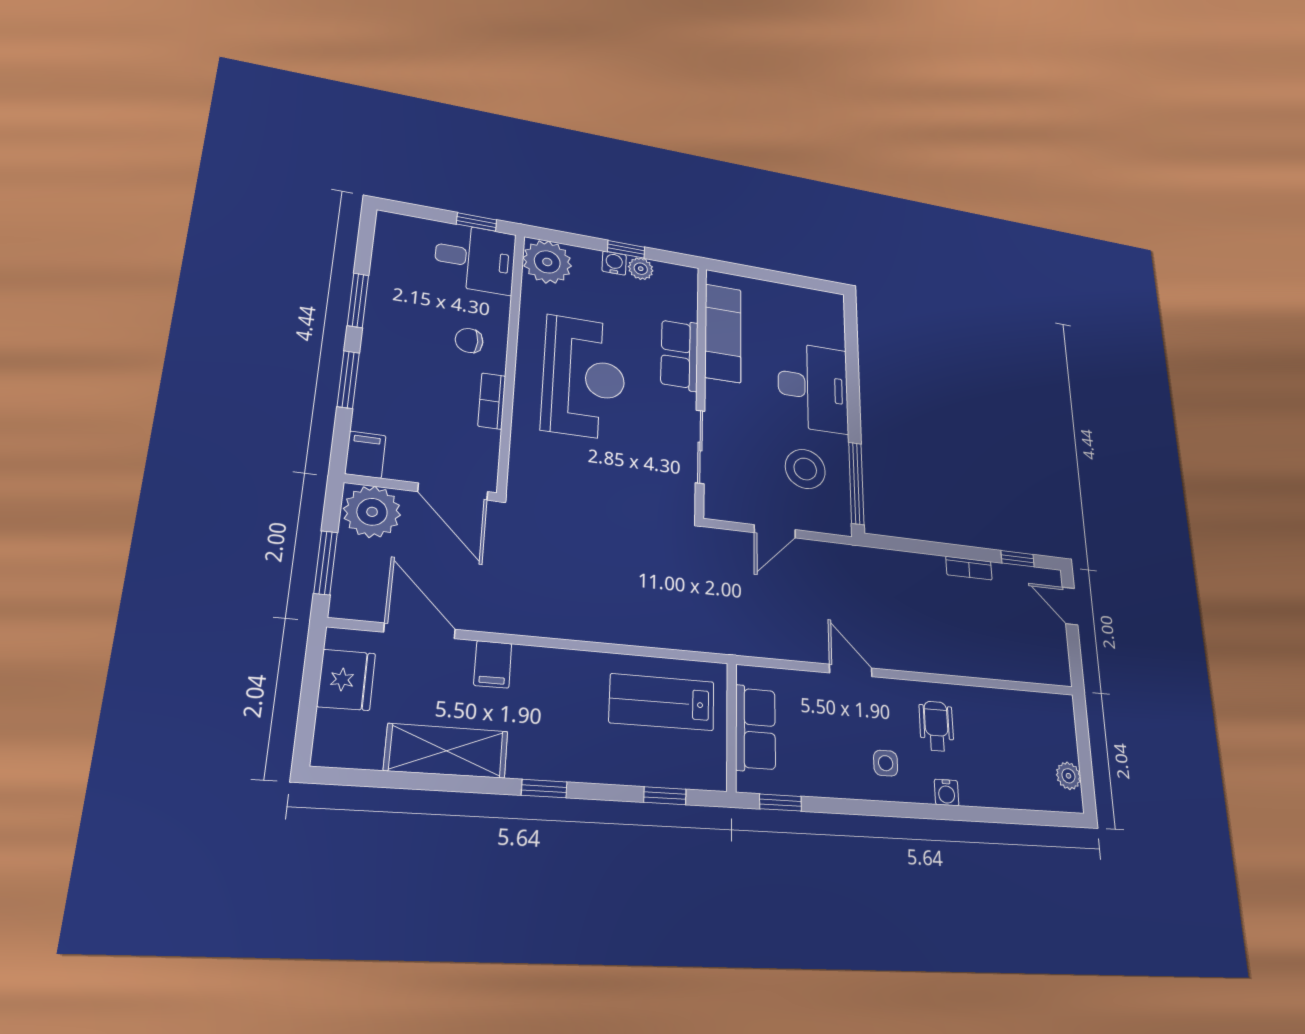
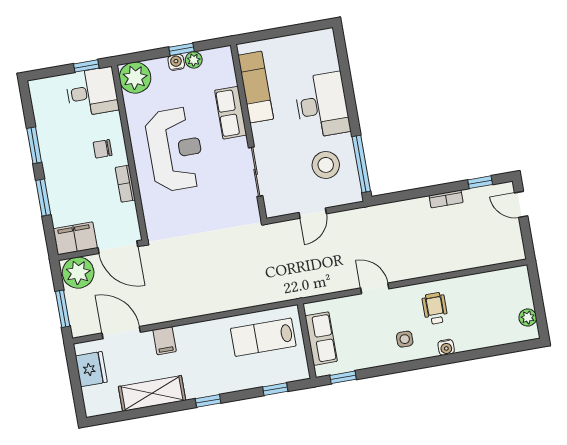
filing cabinet: (365, 455) -> (75, 238), width x2.00

